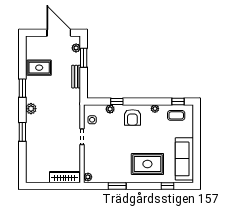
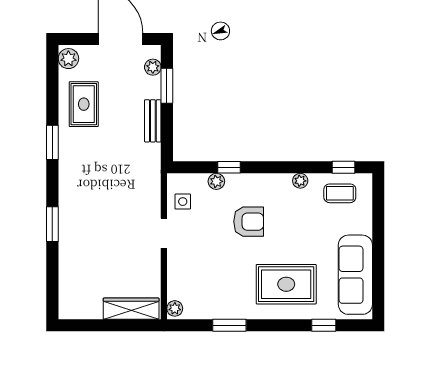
rug: (39, 68) -> (84, 104), turned 90
plant: (31, 109) -> (68, 59), moved
armchair: (132, 117) -> (249, 222), moved, turned -90

